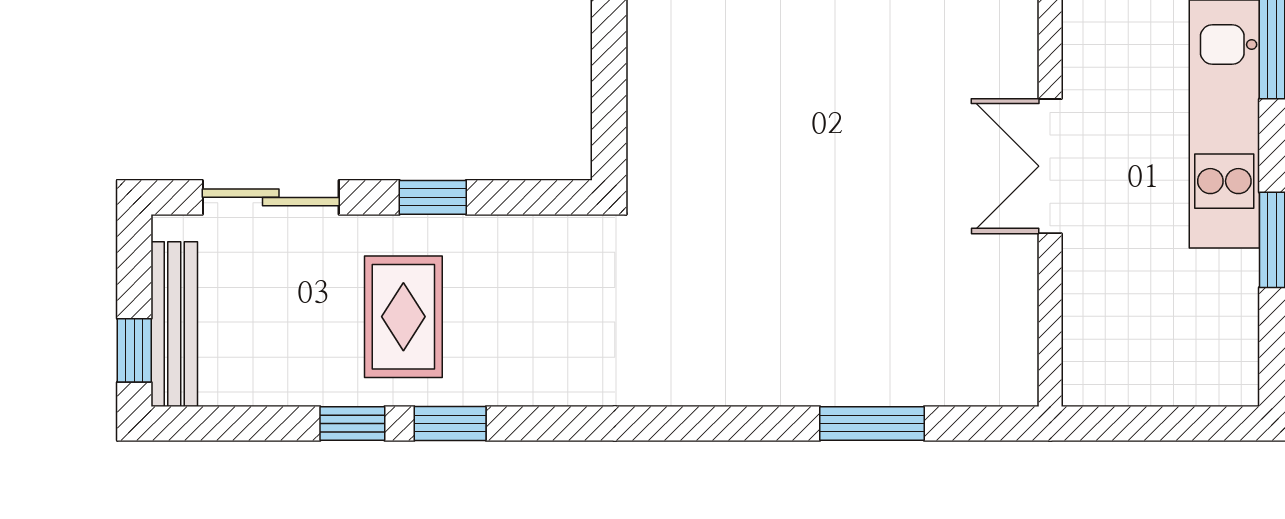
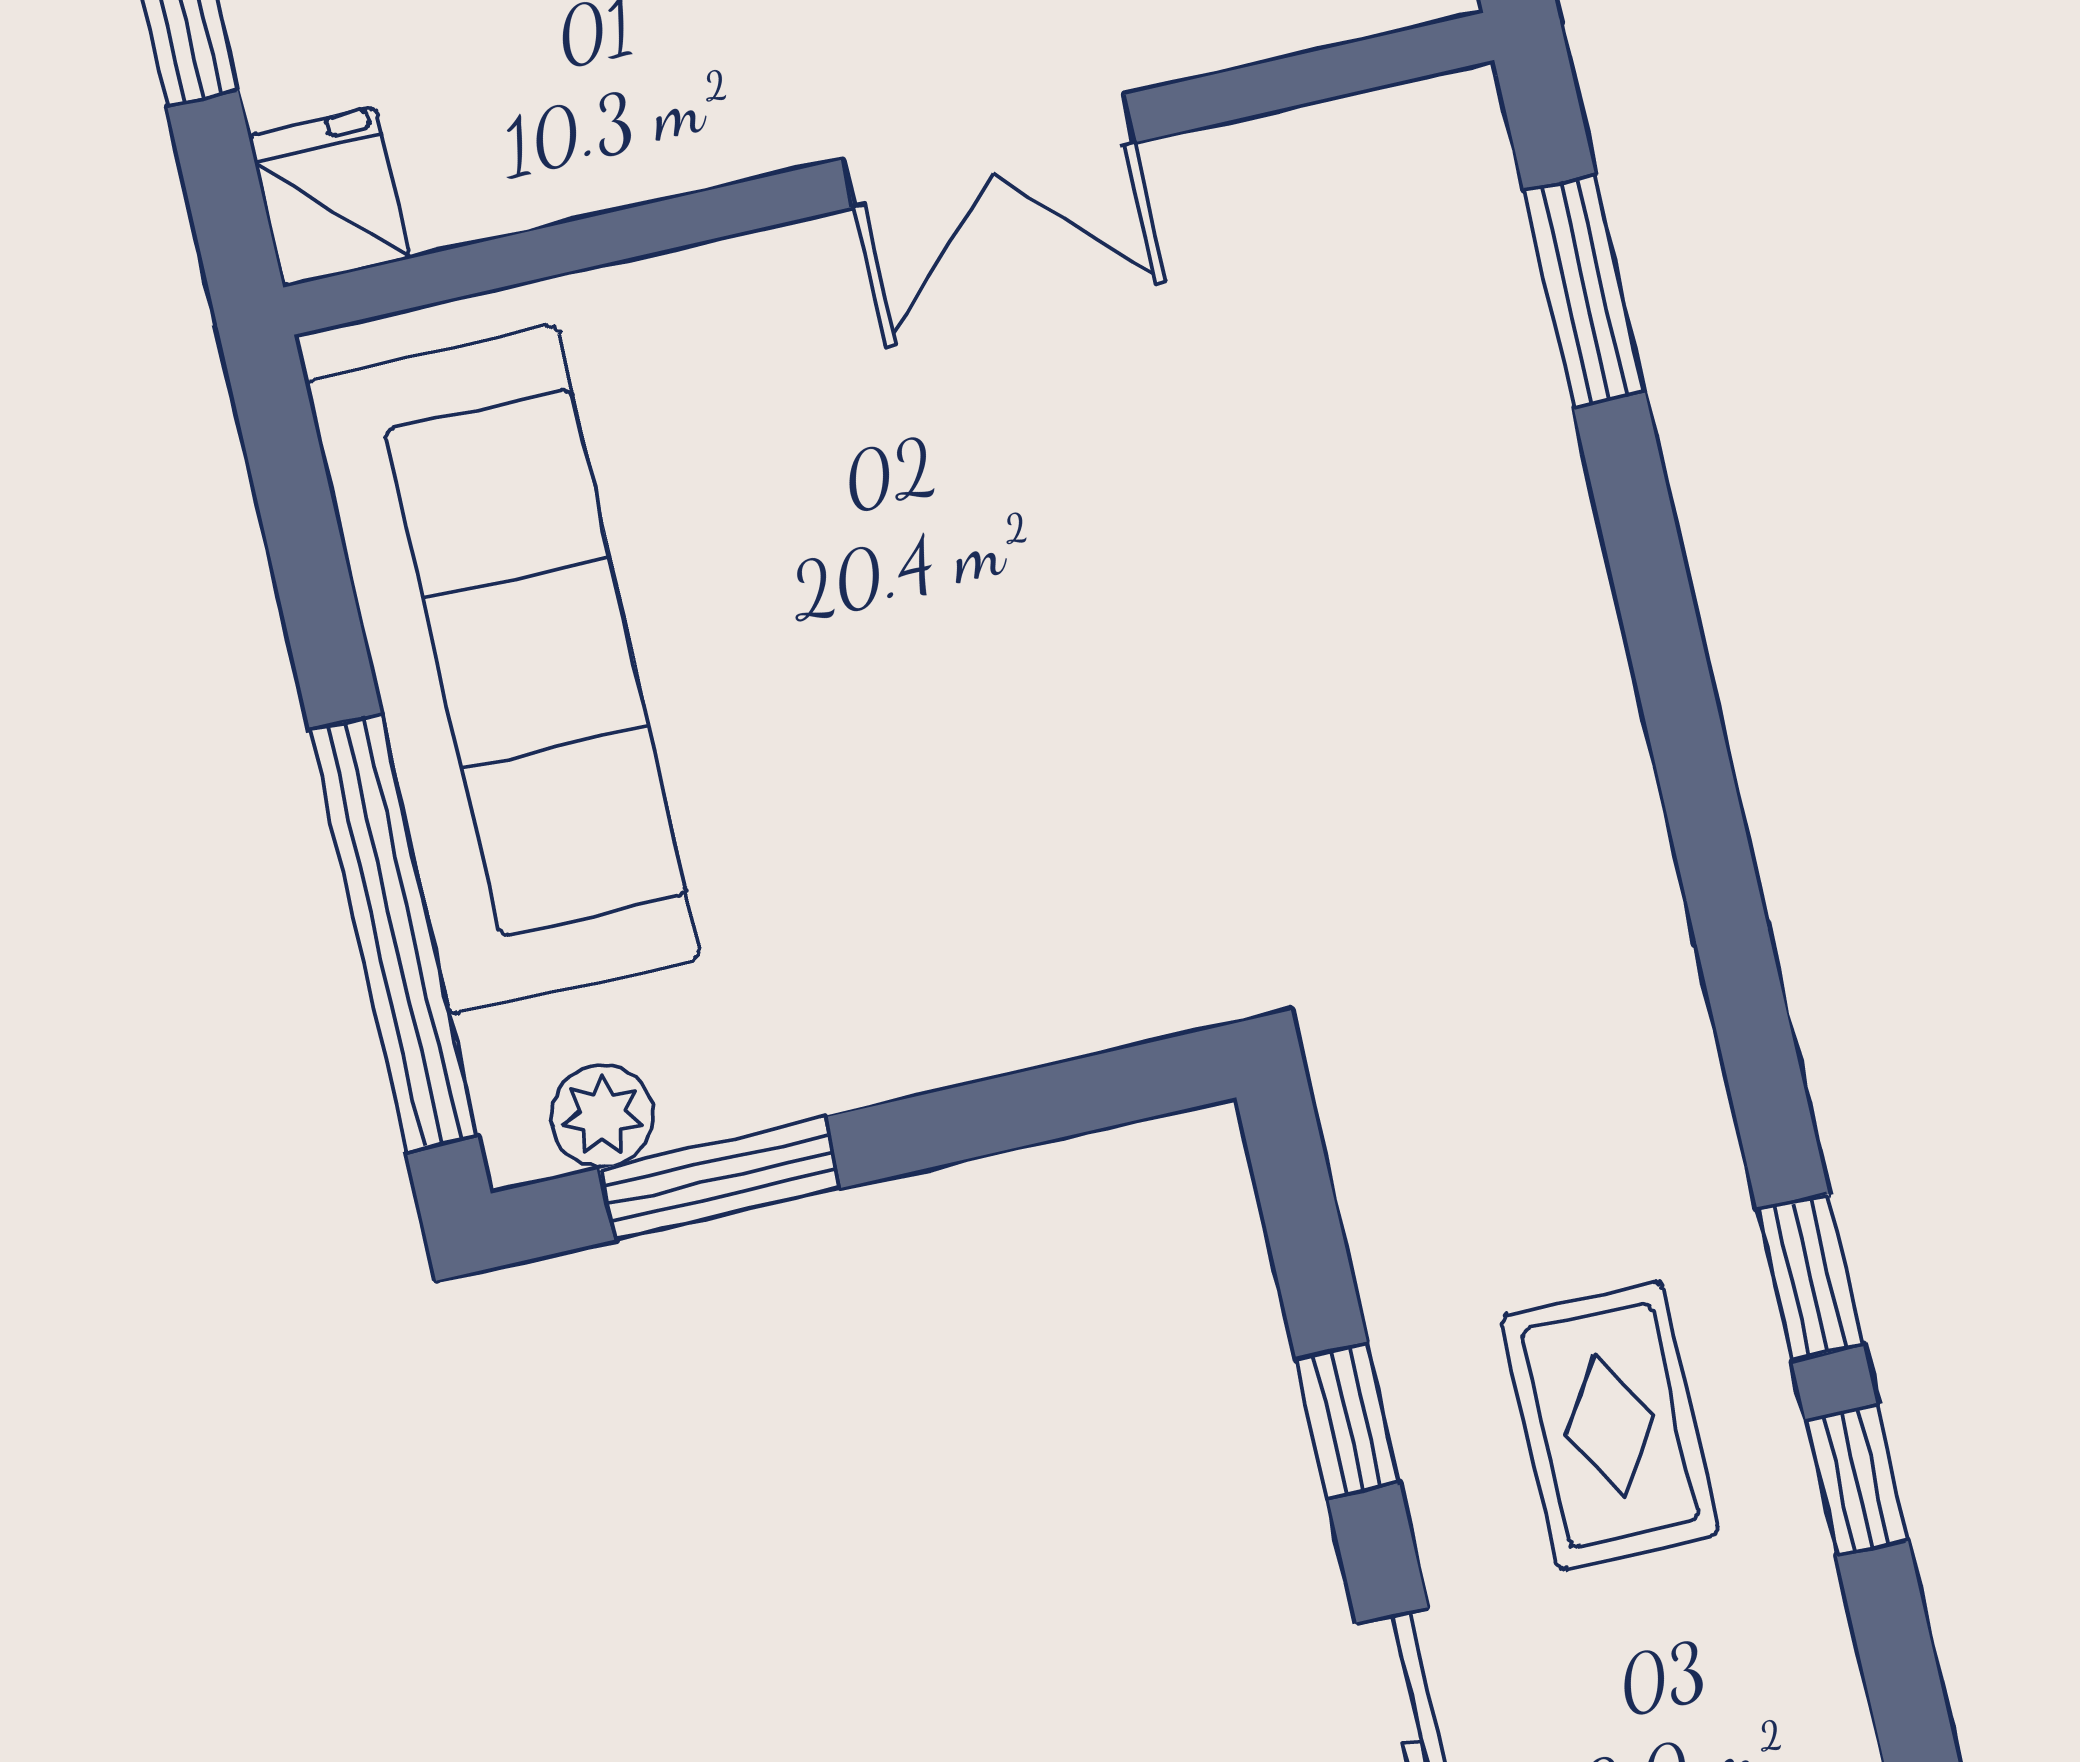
rug: (403, 317) -> (1610, 1425), turned 90
window: (872, 423) -> (1584, 291), moved

